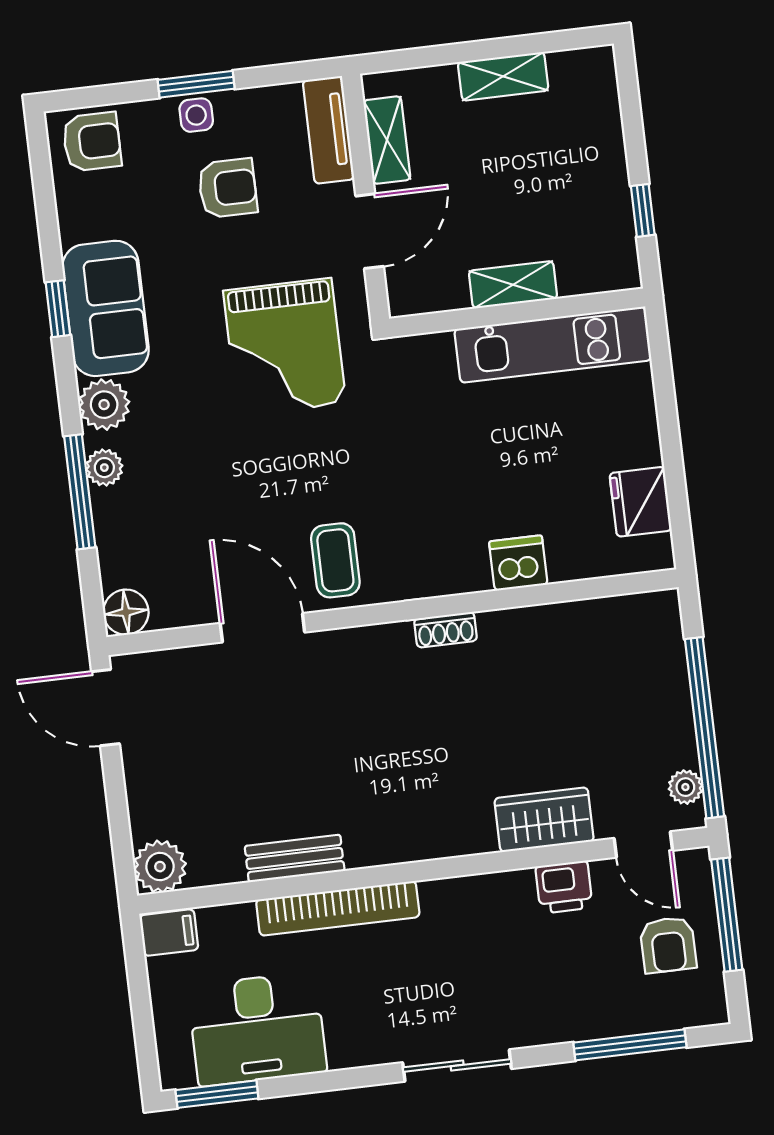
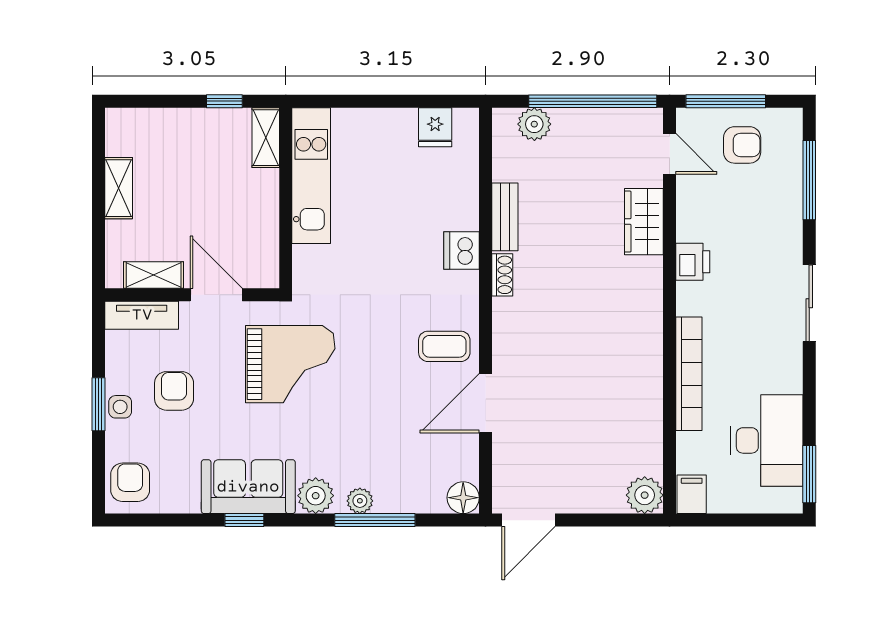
shelving: (513, 285) -> (266, 138), moved
fridge: (641, 502) -> (435, 127), width x0.72
dishwasher: (518, 563) -> (462, 251), moved
plant: (685, 787) -> (534, 124), moved, width x1.38, depth x1.38
door: (643, 844) -> (670, 154), hinge flipped
bench: (295, 858) -> (505, 217), moved
printer: (564, 887) -> (693, 262), moved

